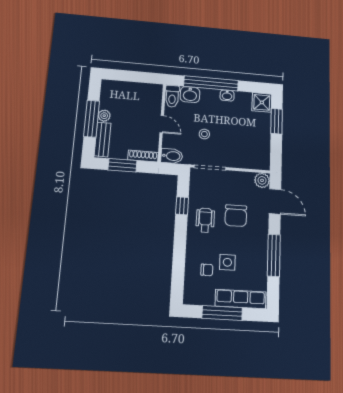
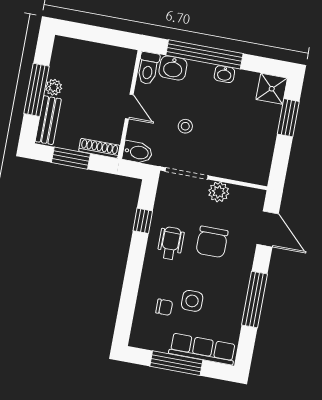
plant: (262, 180) -> (219, 192), moved

